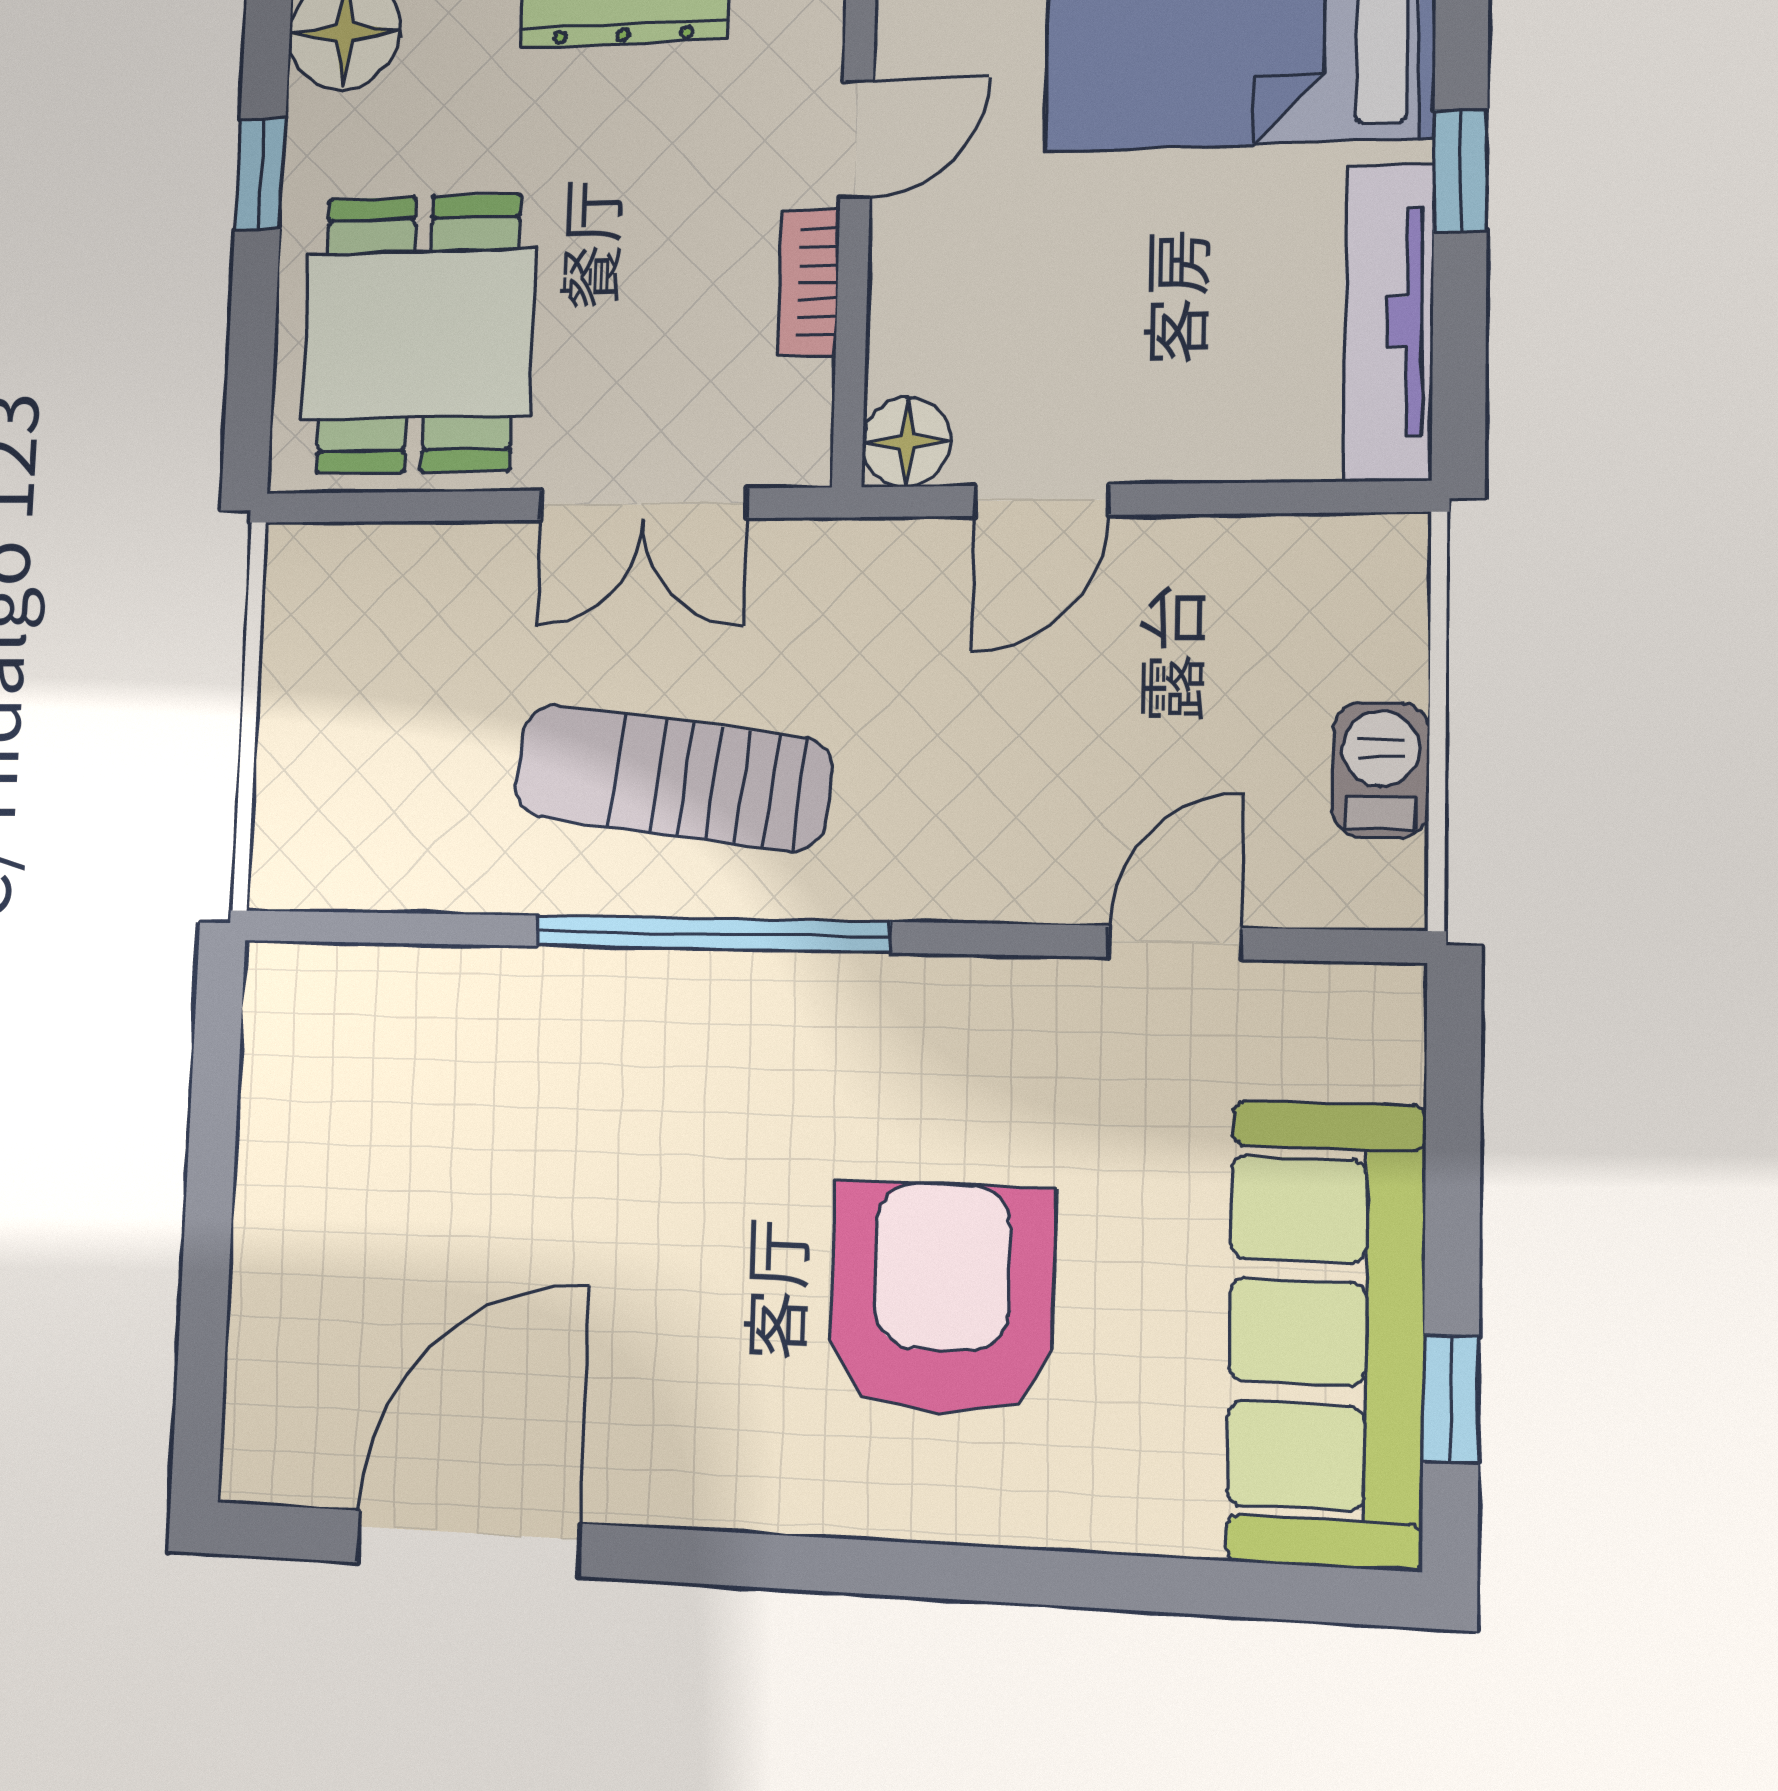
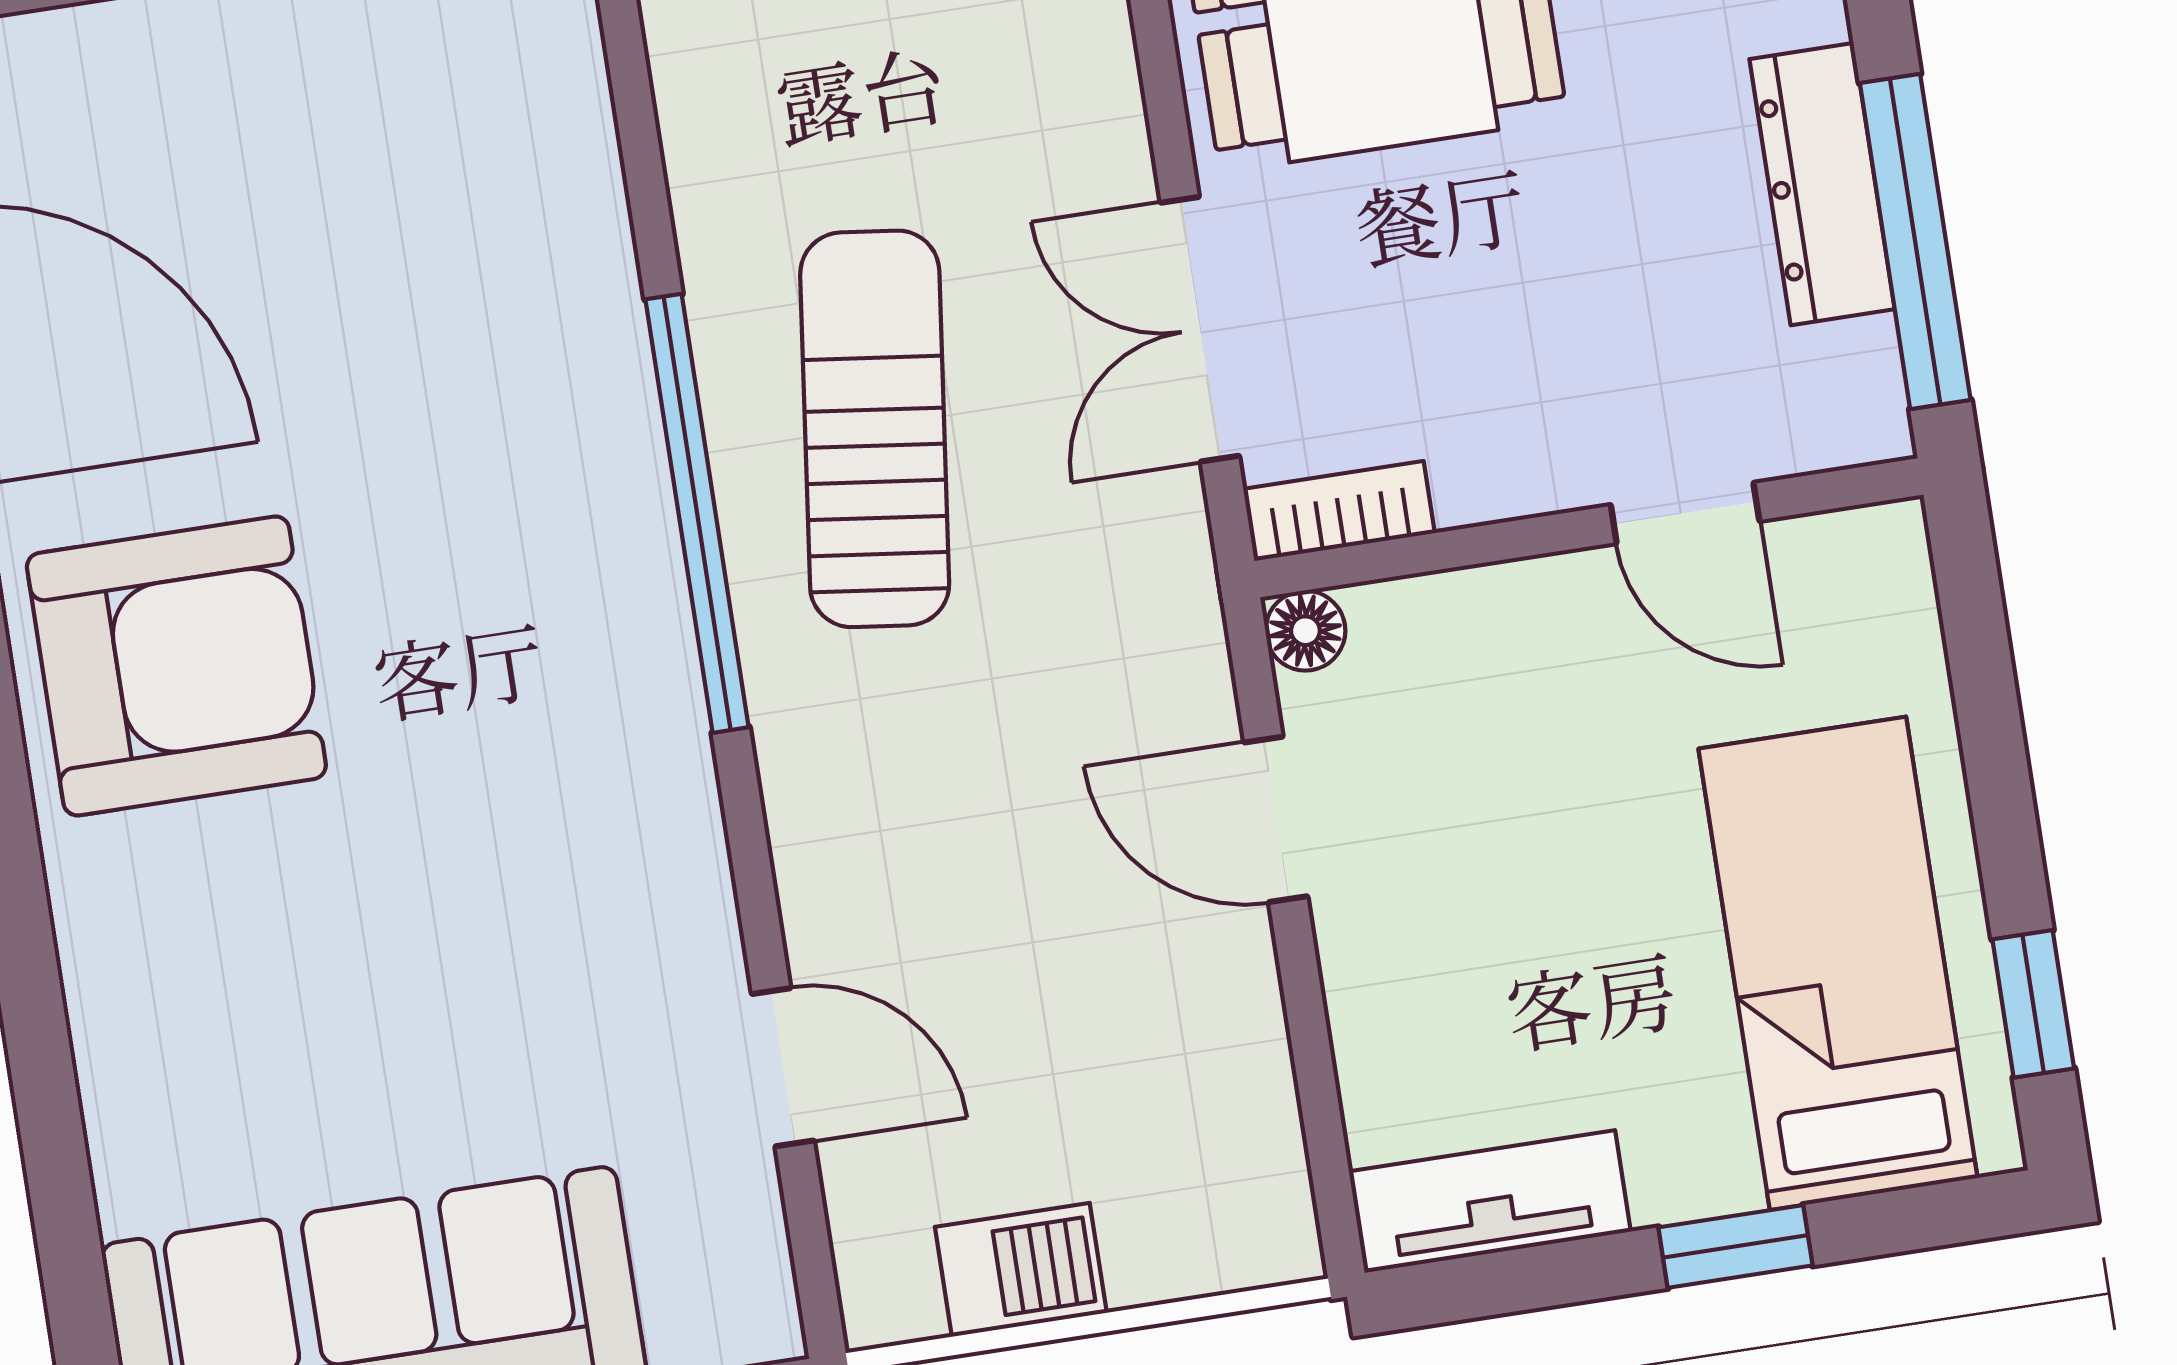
bookcase: (809, 282) -> (1339, 511), moved
tv unit: (1389, 322) -> (1490, 1202), width x0.71
floor lamp: (907, 442) -> (1305, 631), width x0.73, depth x0.73
armchair: (942, 1299) -> (176, 666), moved

